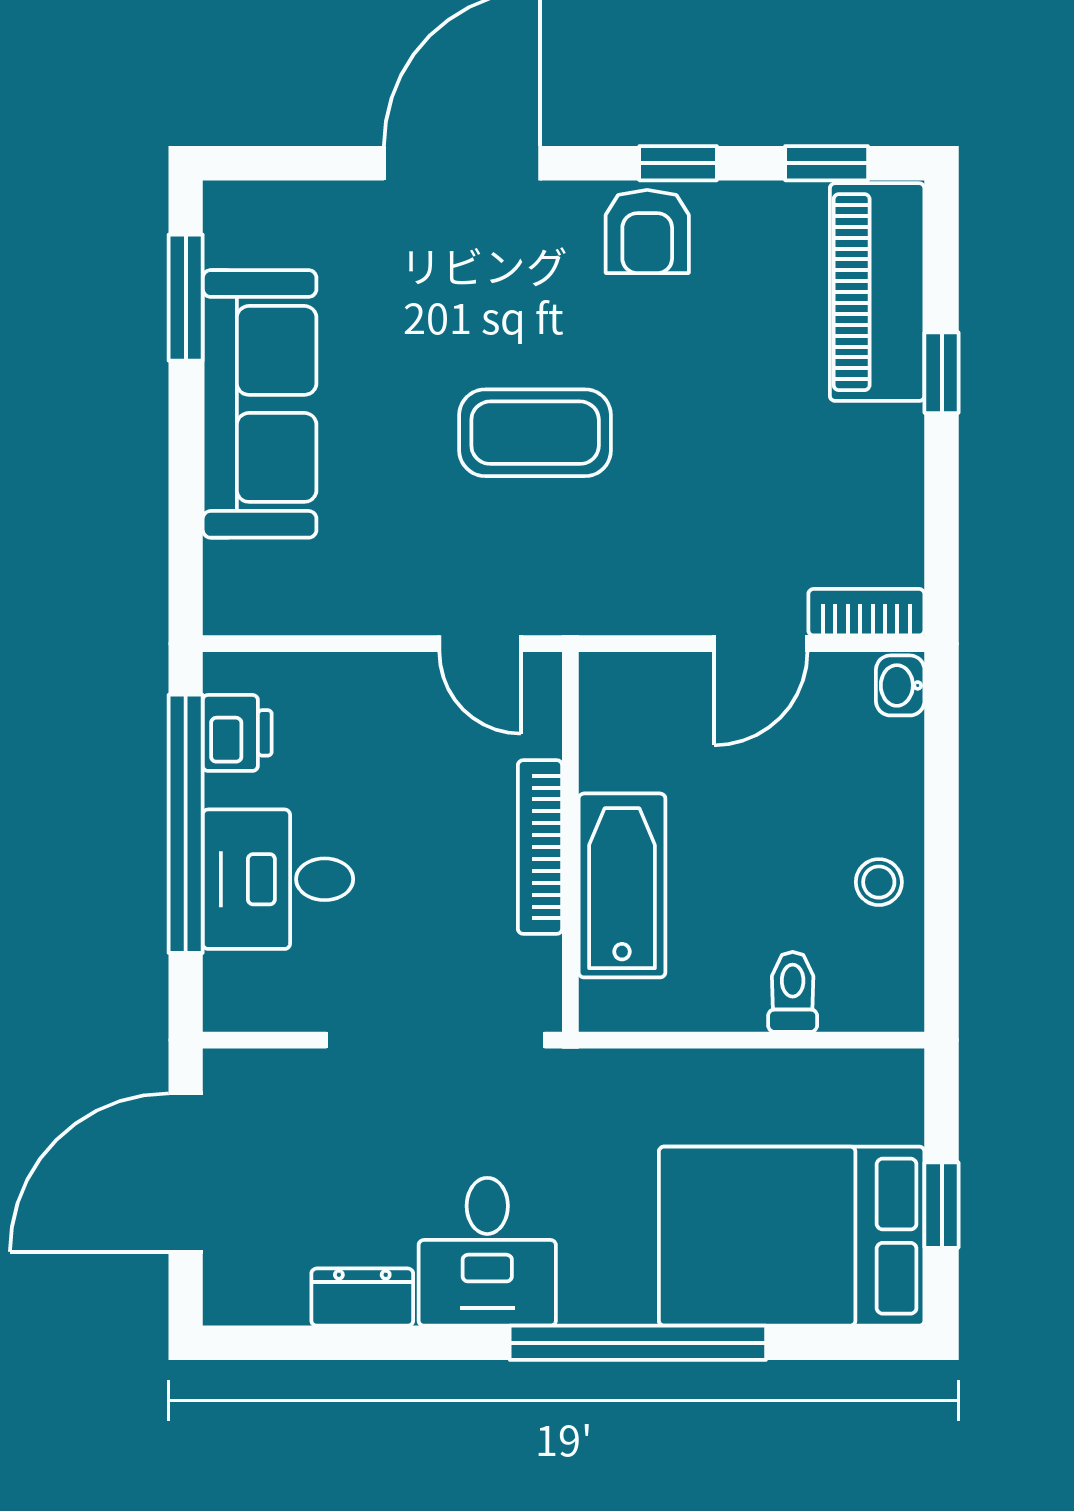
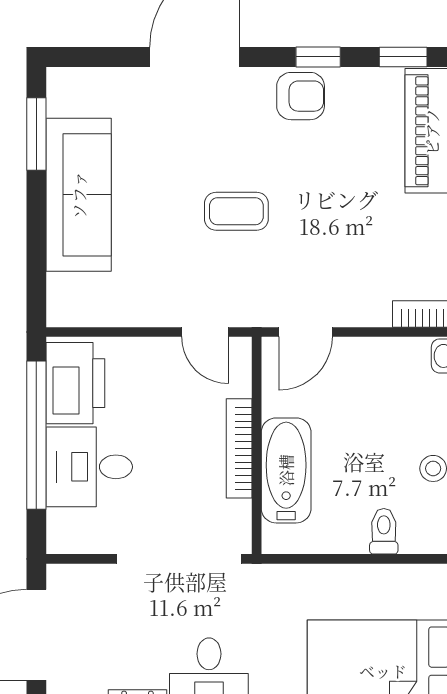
armchair: (647, 231) -> (301, 96), turned -90
coffee table: (535, 433) -> (236, 211), width x0.73, depth x0.77
door: (761, 644) -> (306, 332), moved
printer: (237, 733) -> (75, 383), width x1.87, depth x1.48

